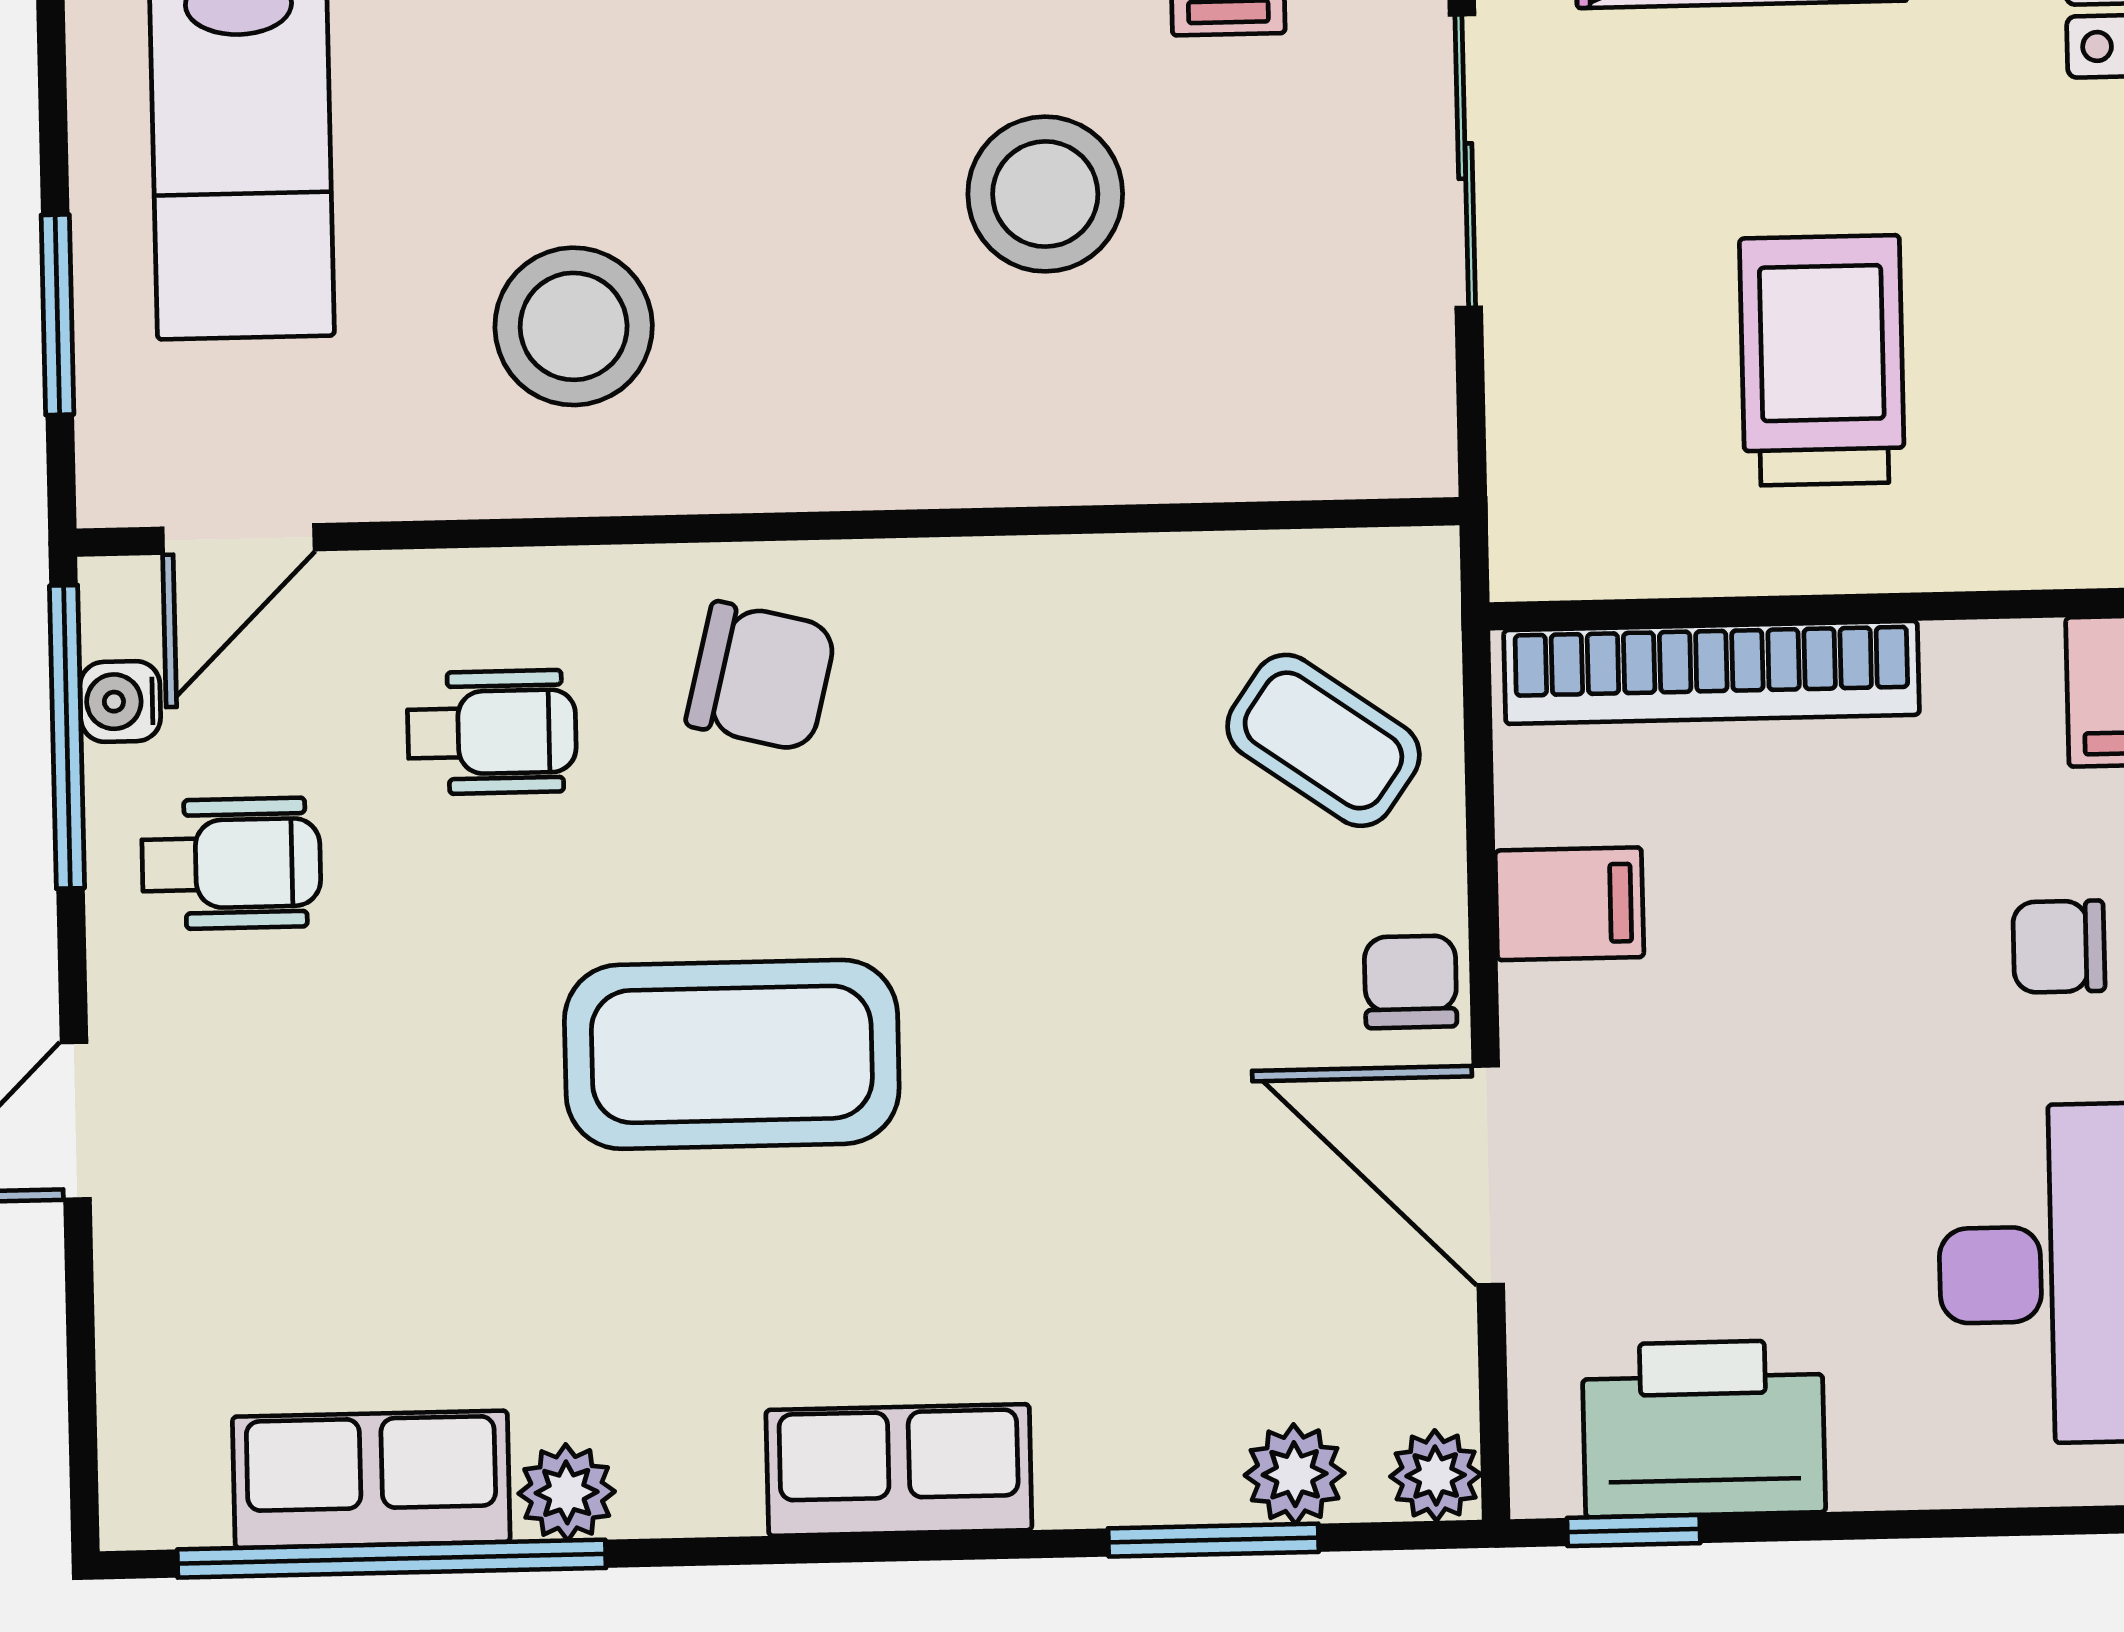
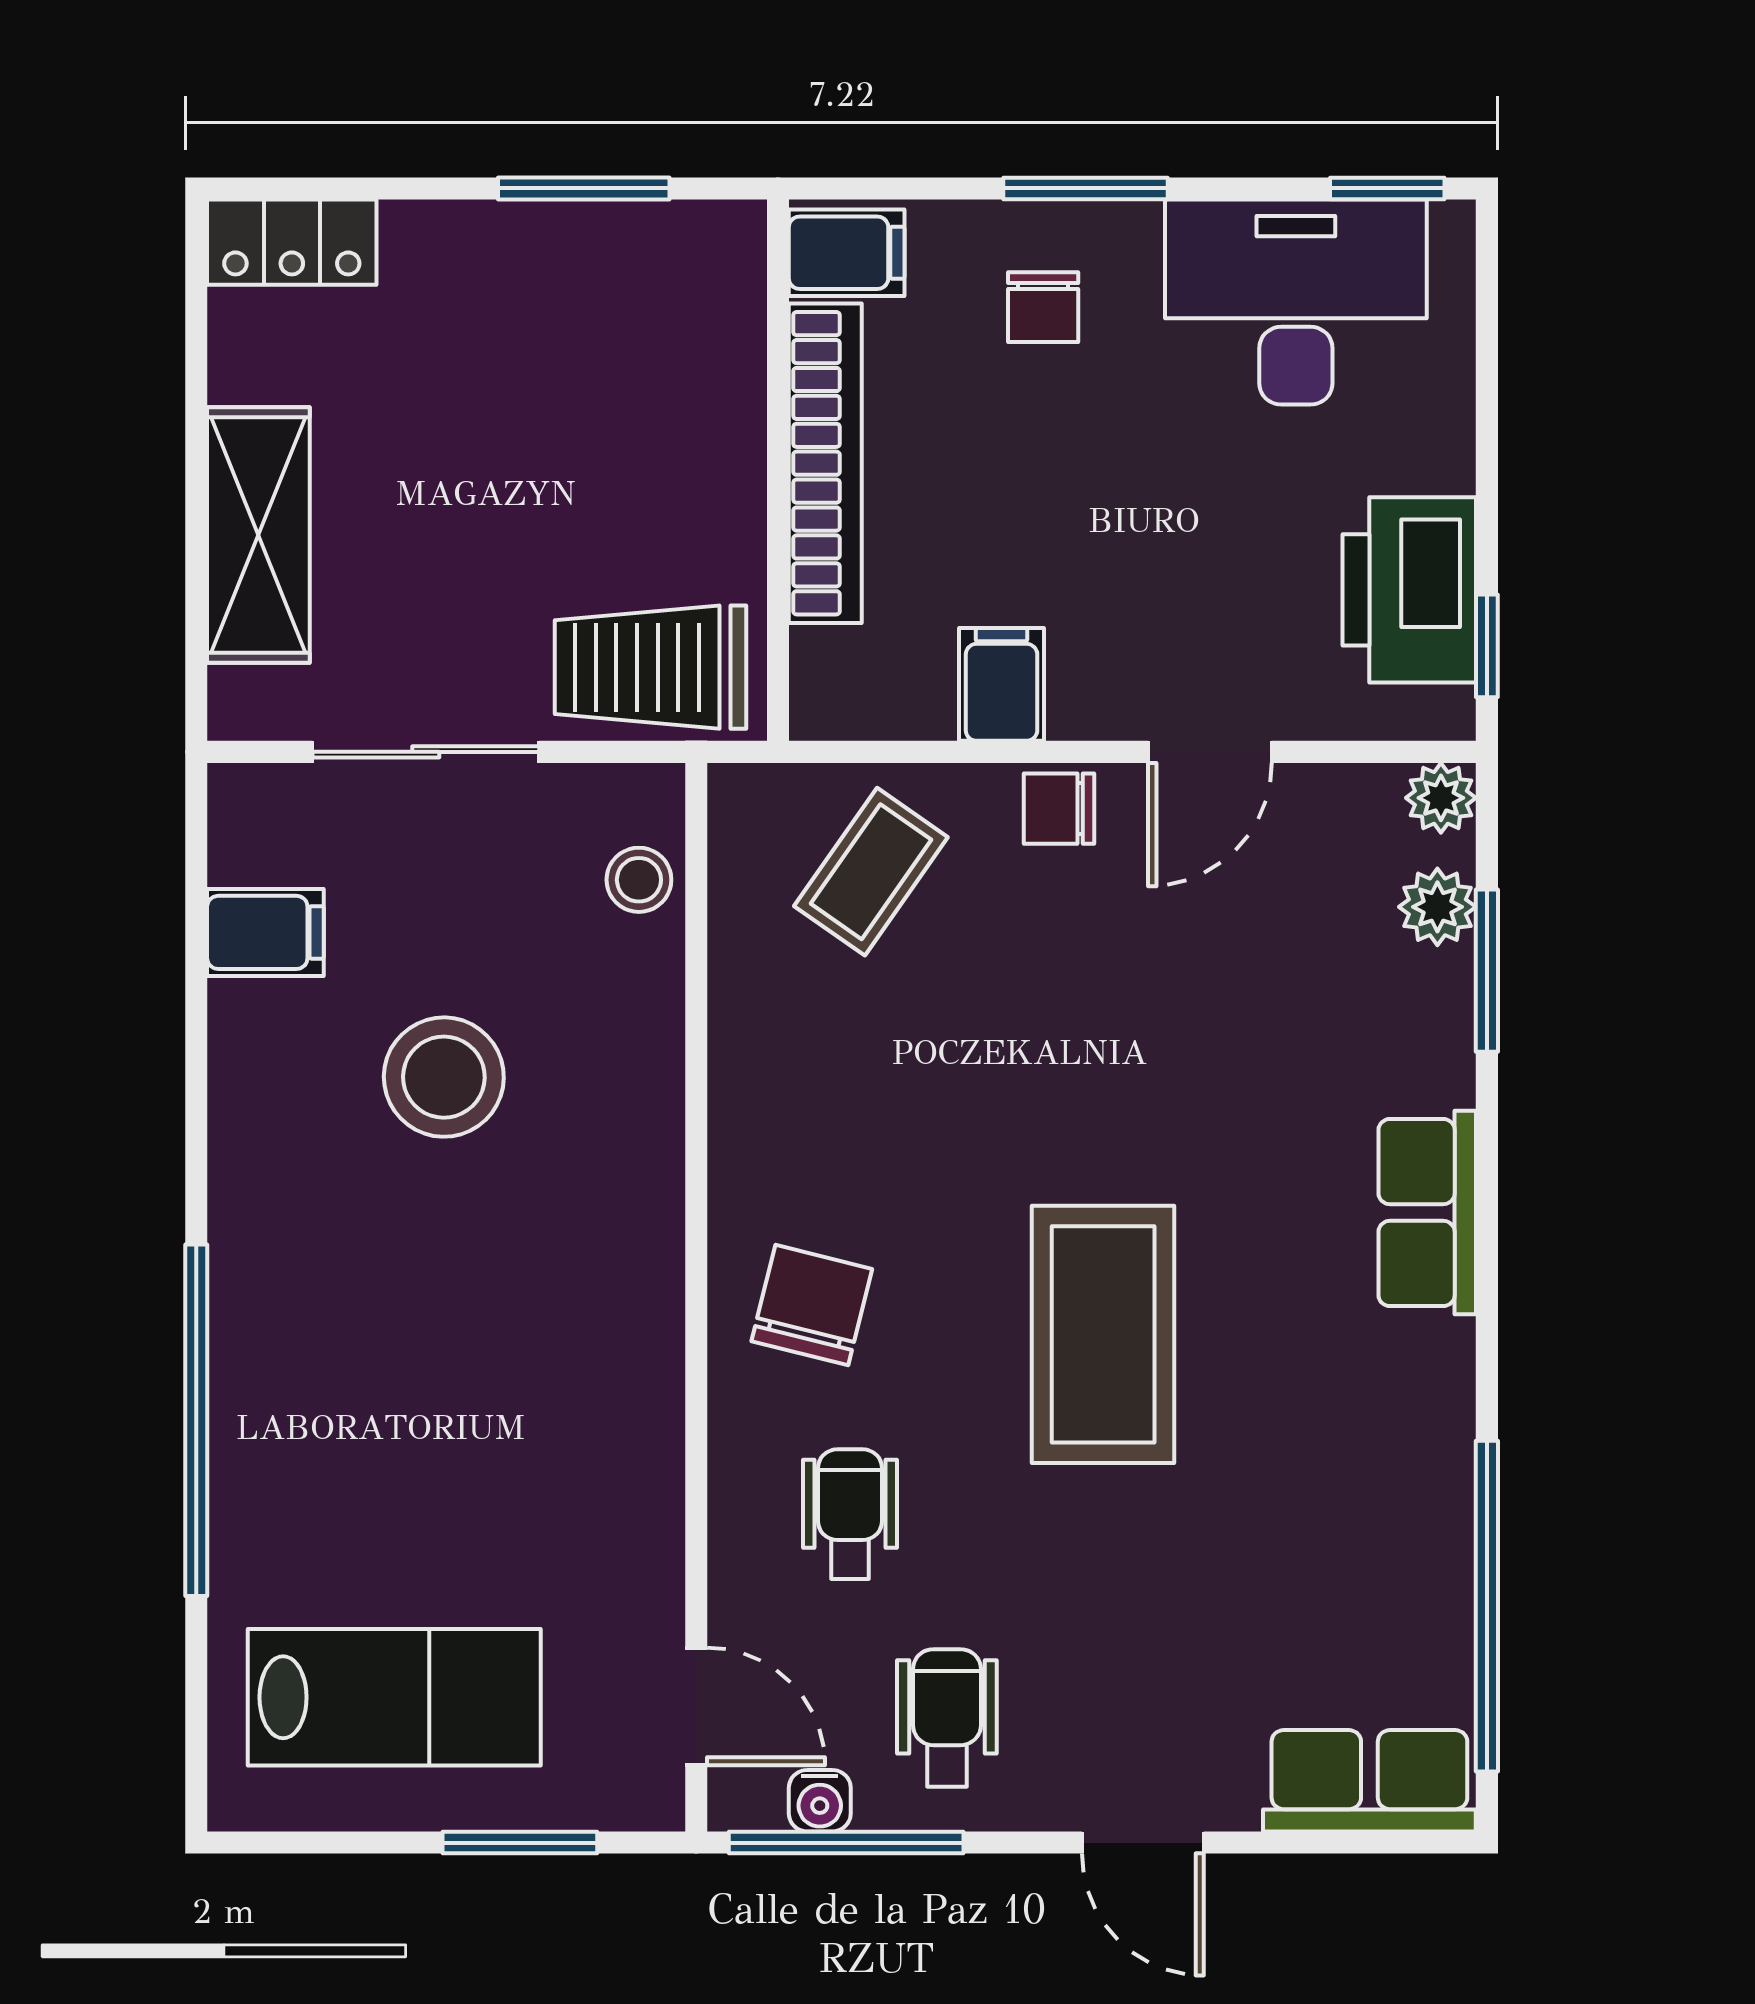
stool: (574, 326) -> (639, 880), moved, width x0.53, depth x0.53
trolley: (1822, 360) -> (650, 667), moved
bookcase: (1712, 672) -> (825, 463), moved
door: (1488, 1175) -> (1210, 752), width x0.73
row of seats: (371, 1479) -> (1369, 1781), moved, turned 90
plant: (567, 1492) -> (1439, 1470), removed

